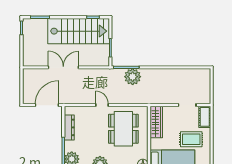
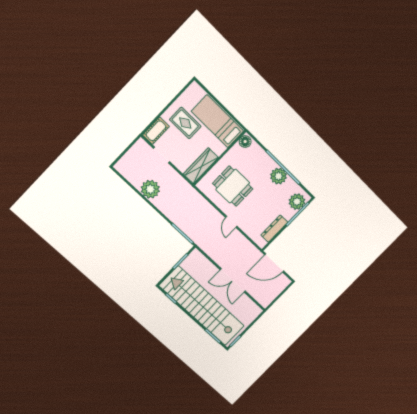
stairs: (79, 31) -> (202, 306), width x1.36
plant: (133, 77) -> (150, 189), moved
dining table: (123, 129) -> (233, 186), width x0.73

